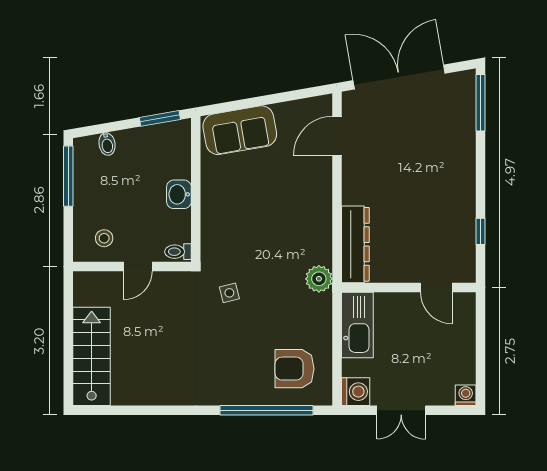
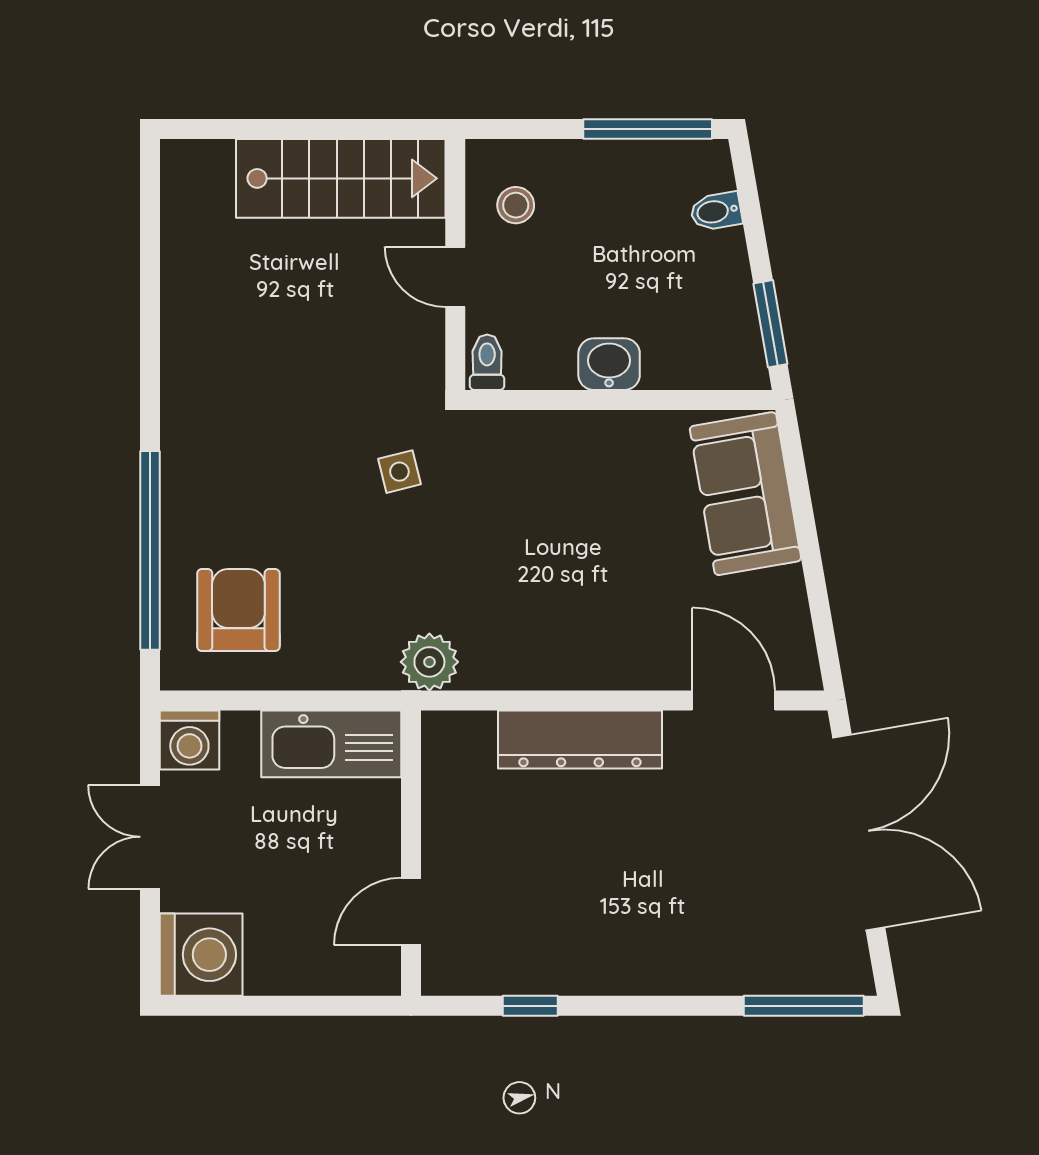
dresser: (355, 244) -> (580, 740), moved
stairs: (92, 356) -> (341, 178), moved
washing machine: (466, 395) -> (201, 955), width x1.89, depth x1.89

